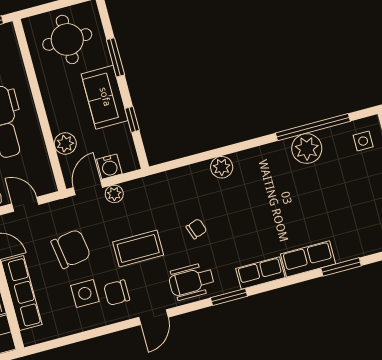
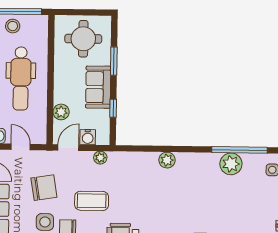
plant: (114, 194) -> (100, 158), moved
chair: (196, 229) -> (137, 199), removed

